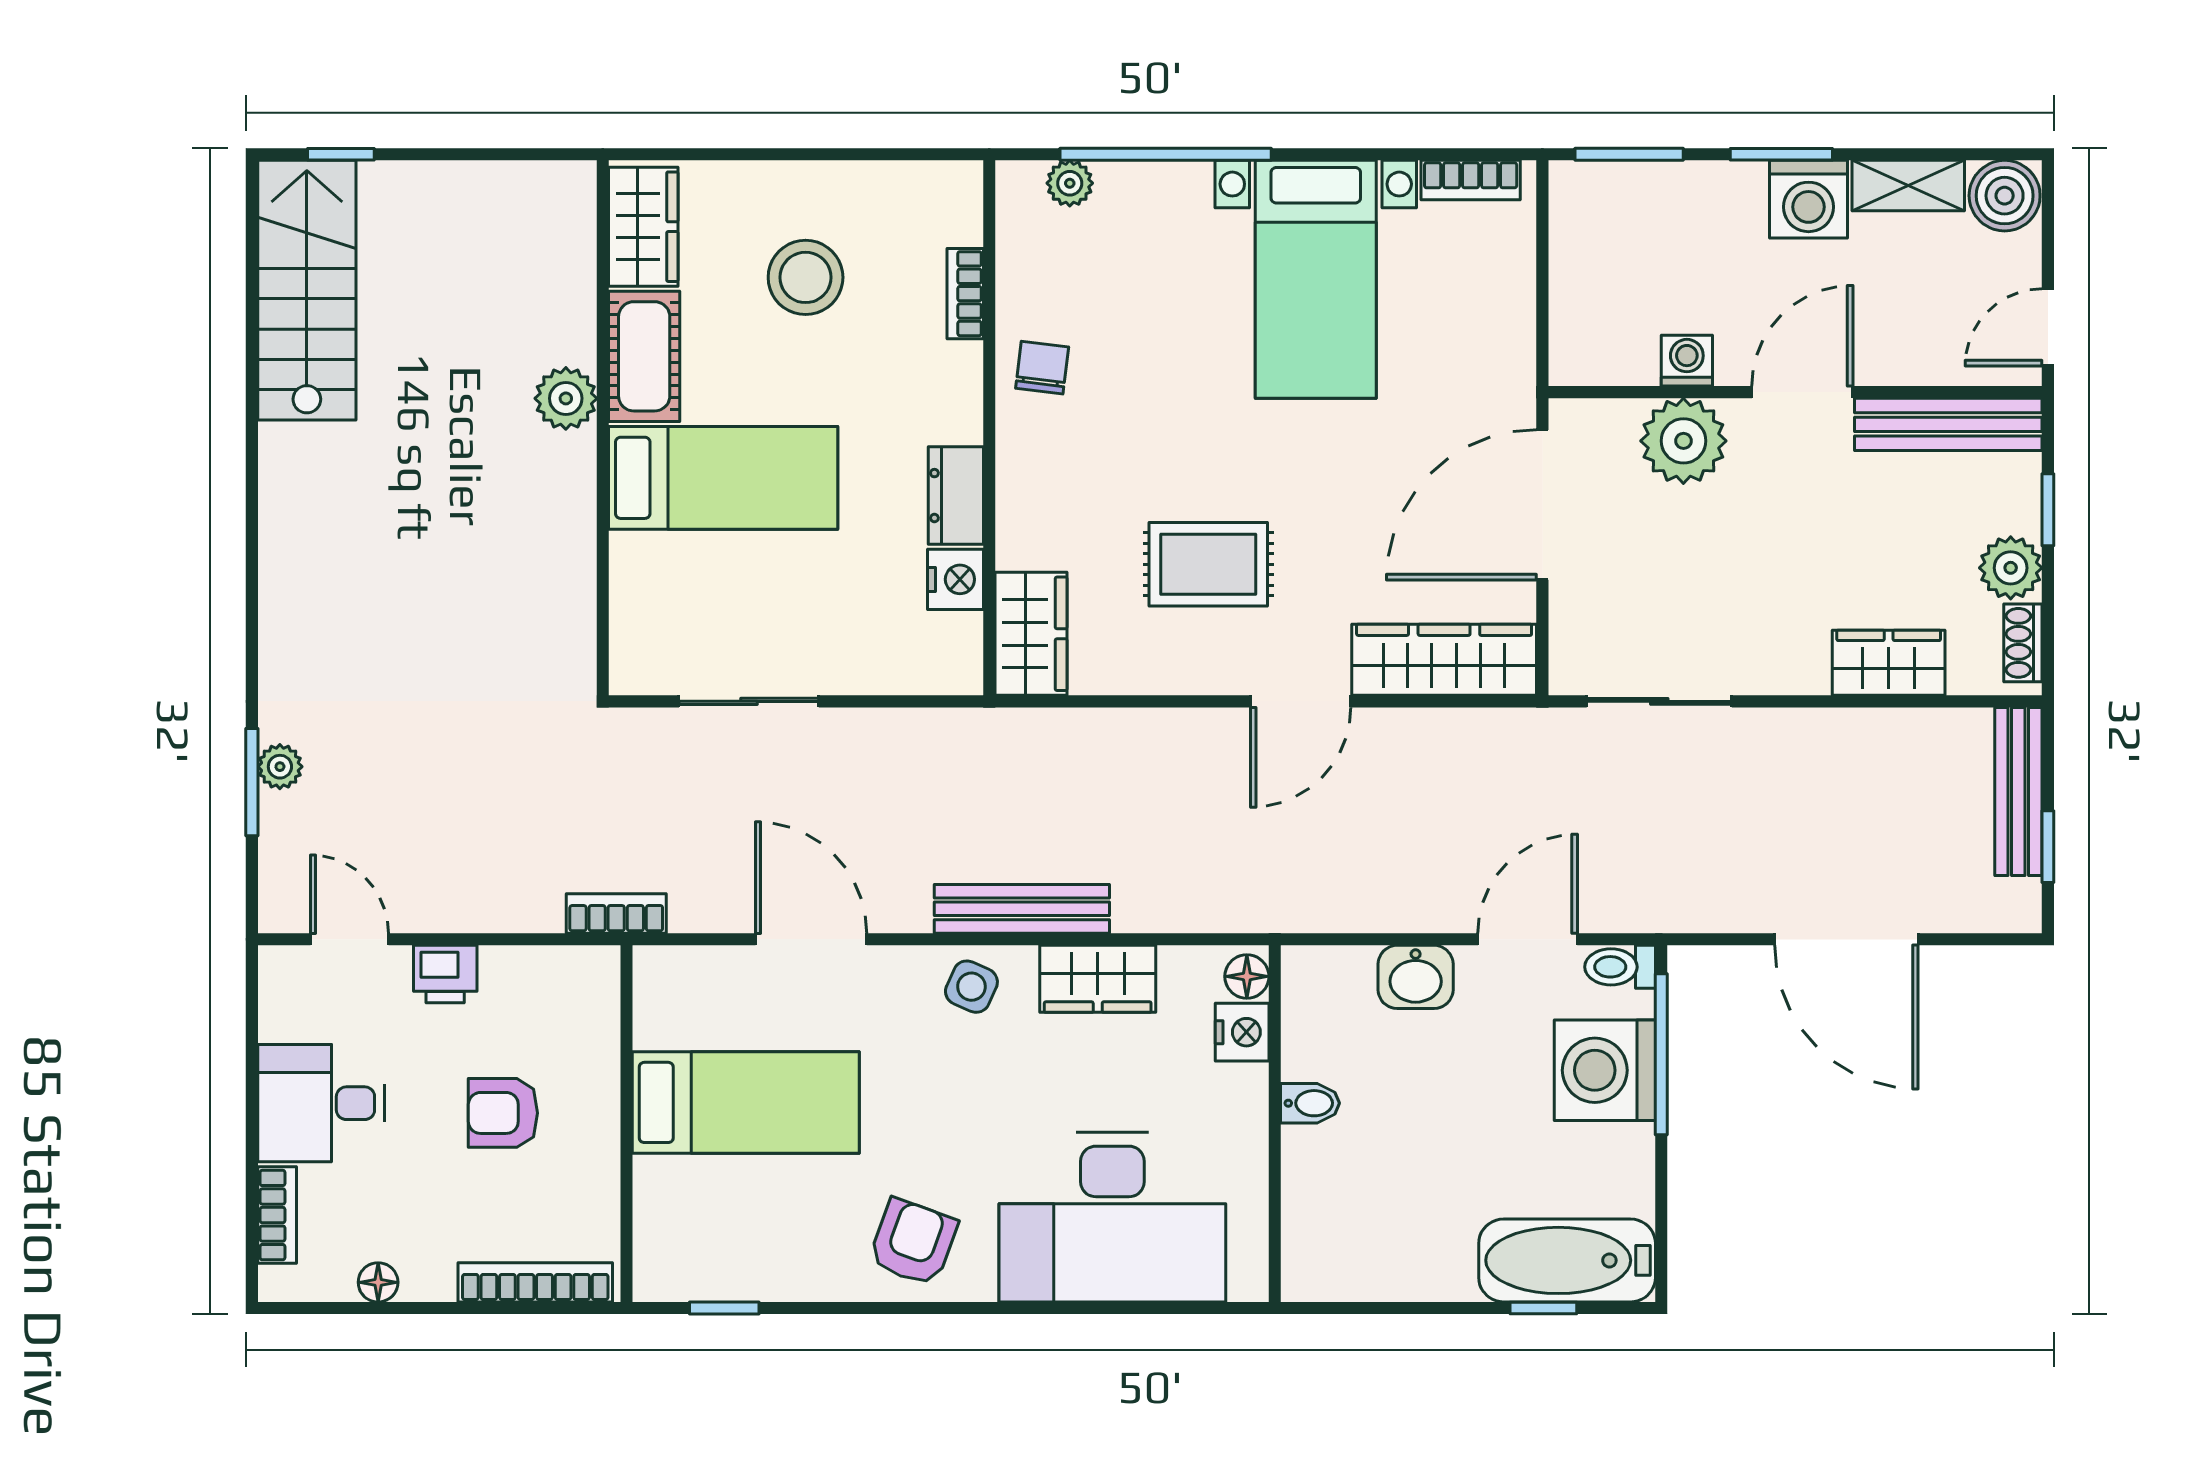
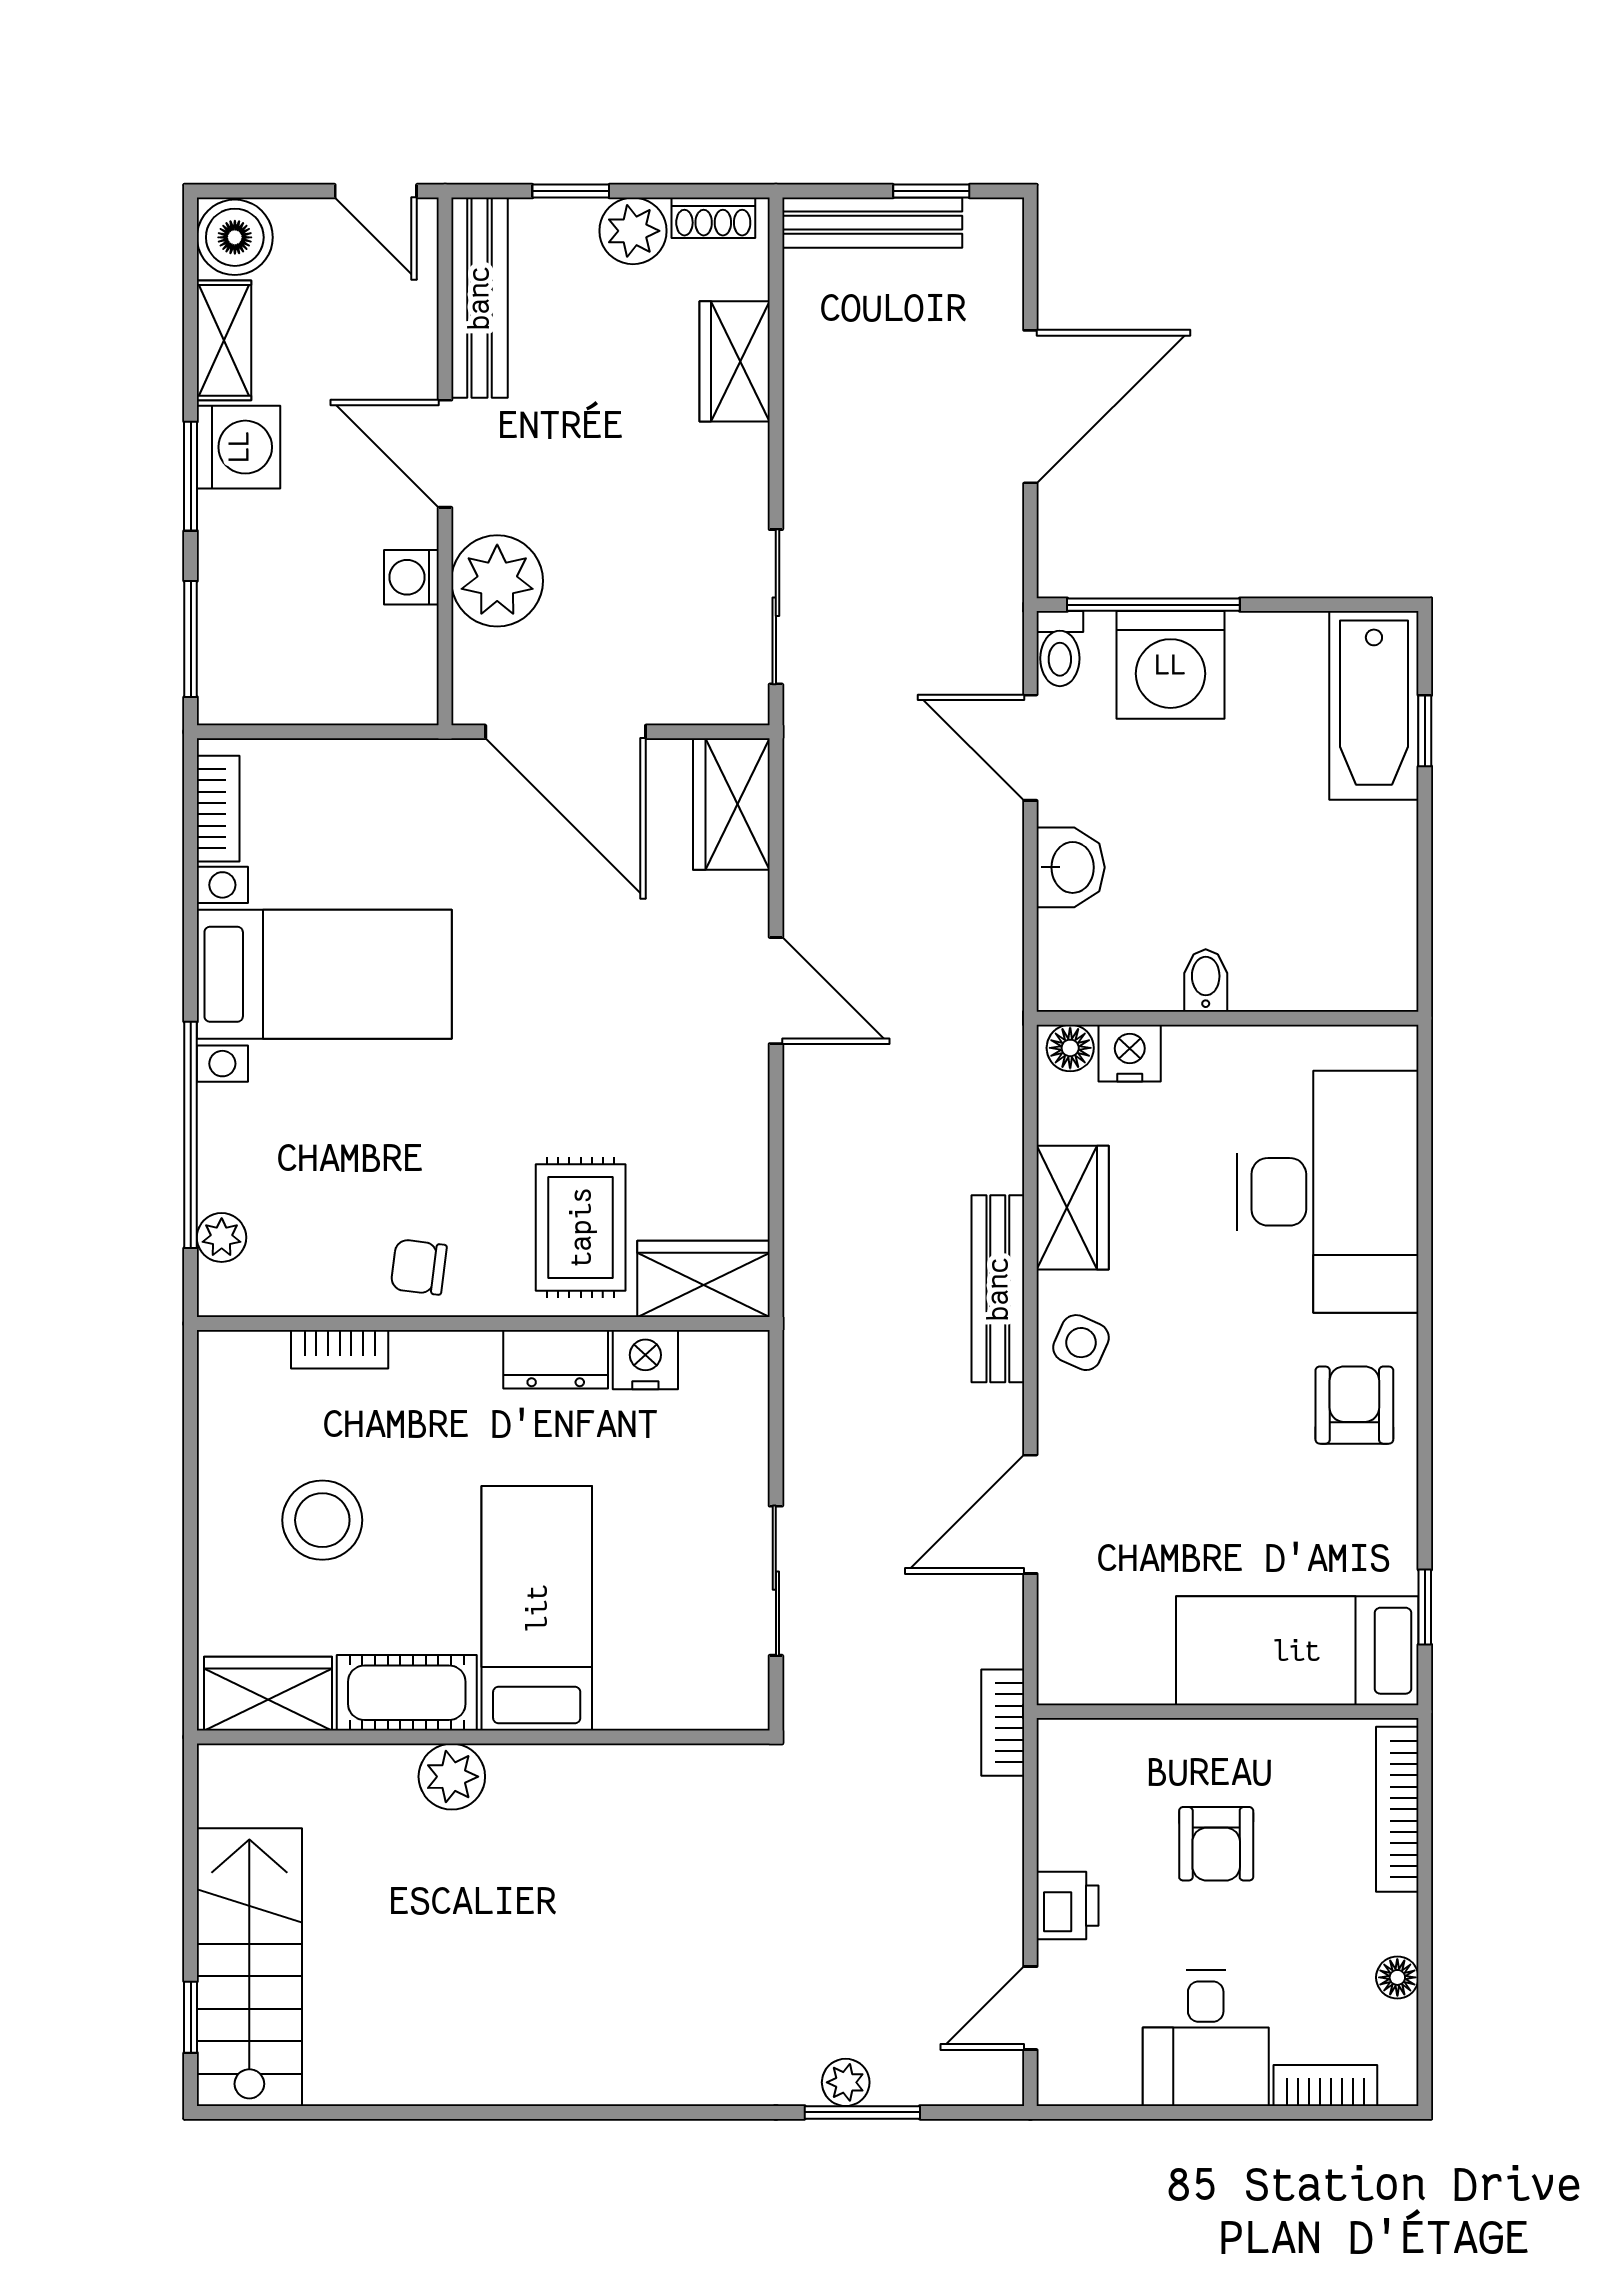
stairs: (307, 290) -> (249, 1967), moved, turned 90
rug: (1208, 564) -> (581, 1227), moved
wardrobe: (1444, 660) -> (731, 804), width x0.67
bed: (746, 1102) -> (1297, 1651), moved, turned -90
armchair: (913, 1242) -> (1354, 1405), turned 70

